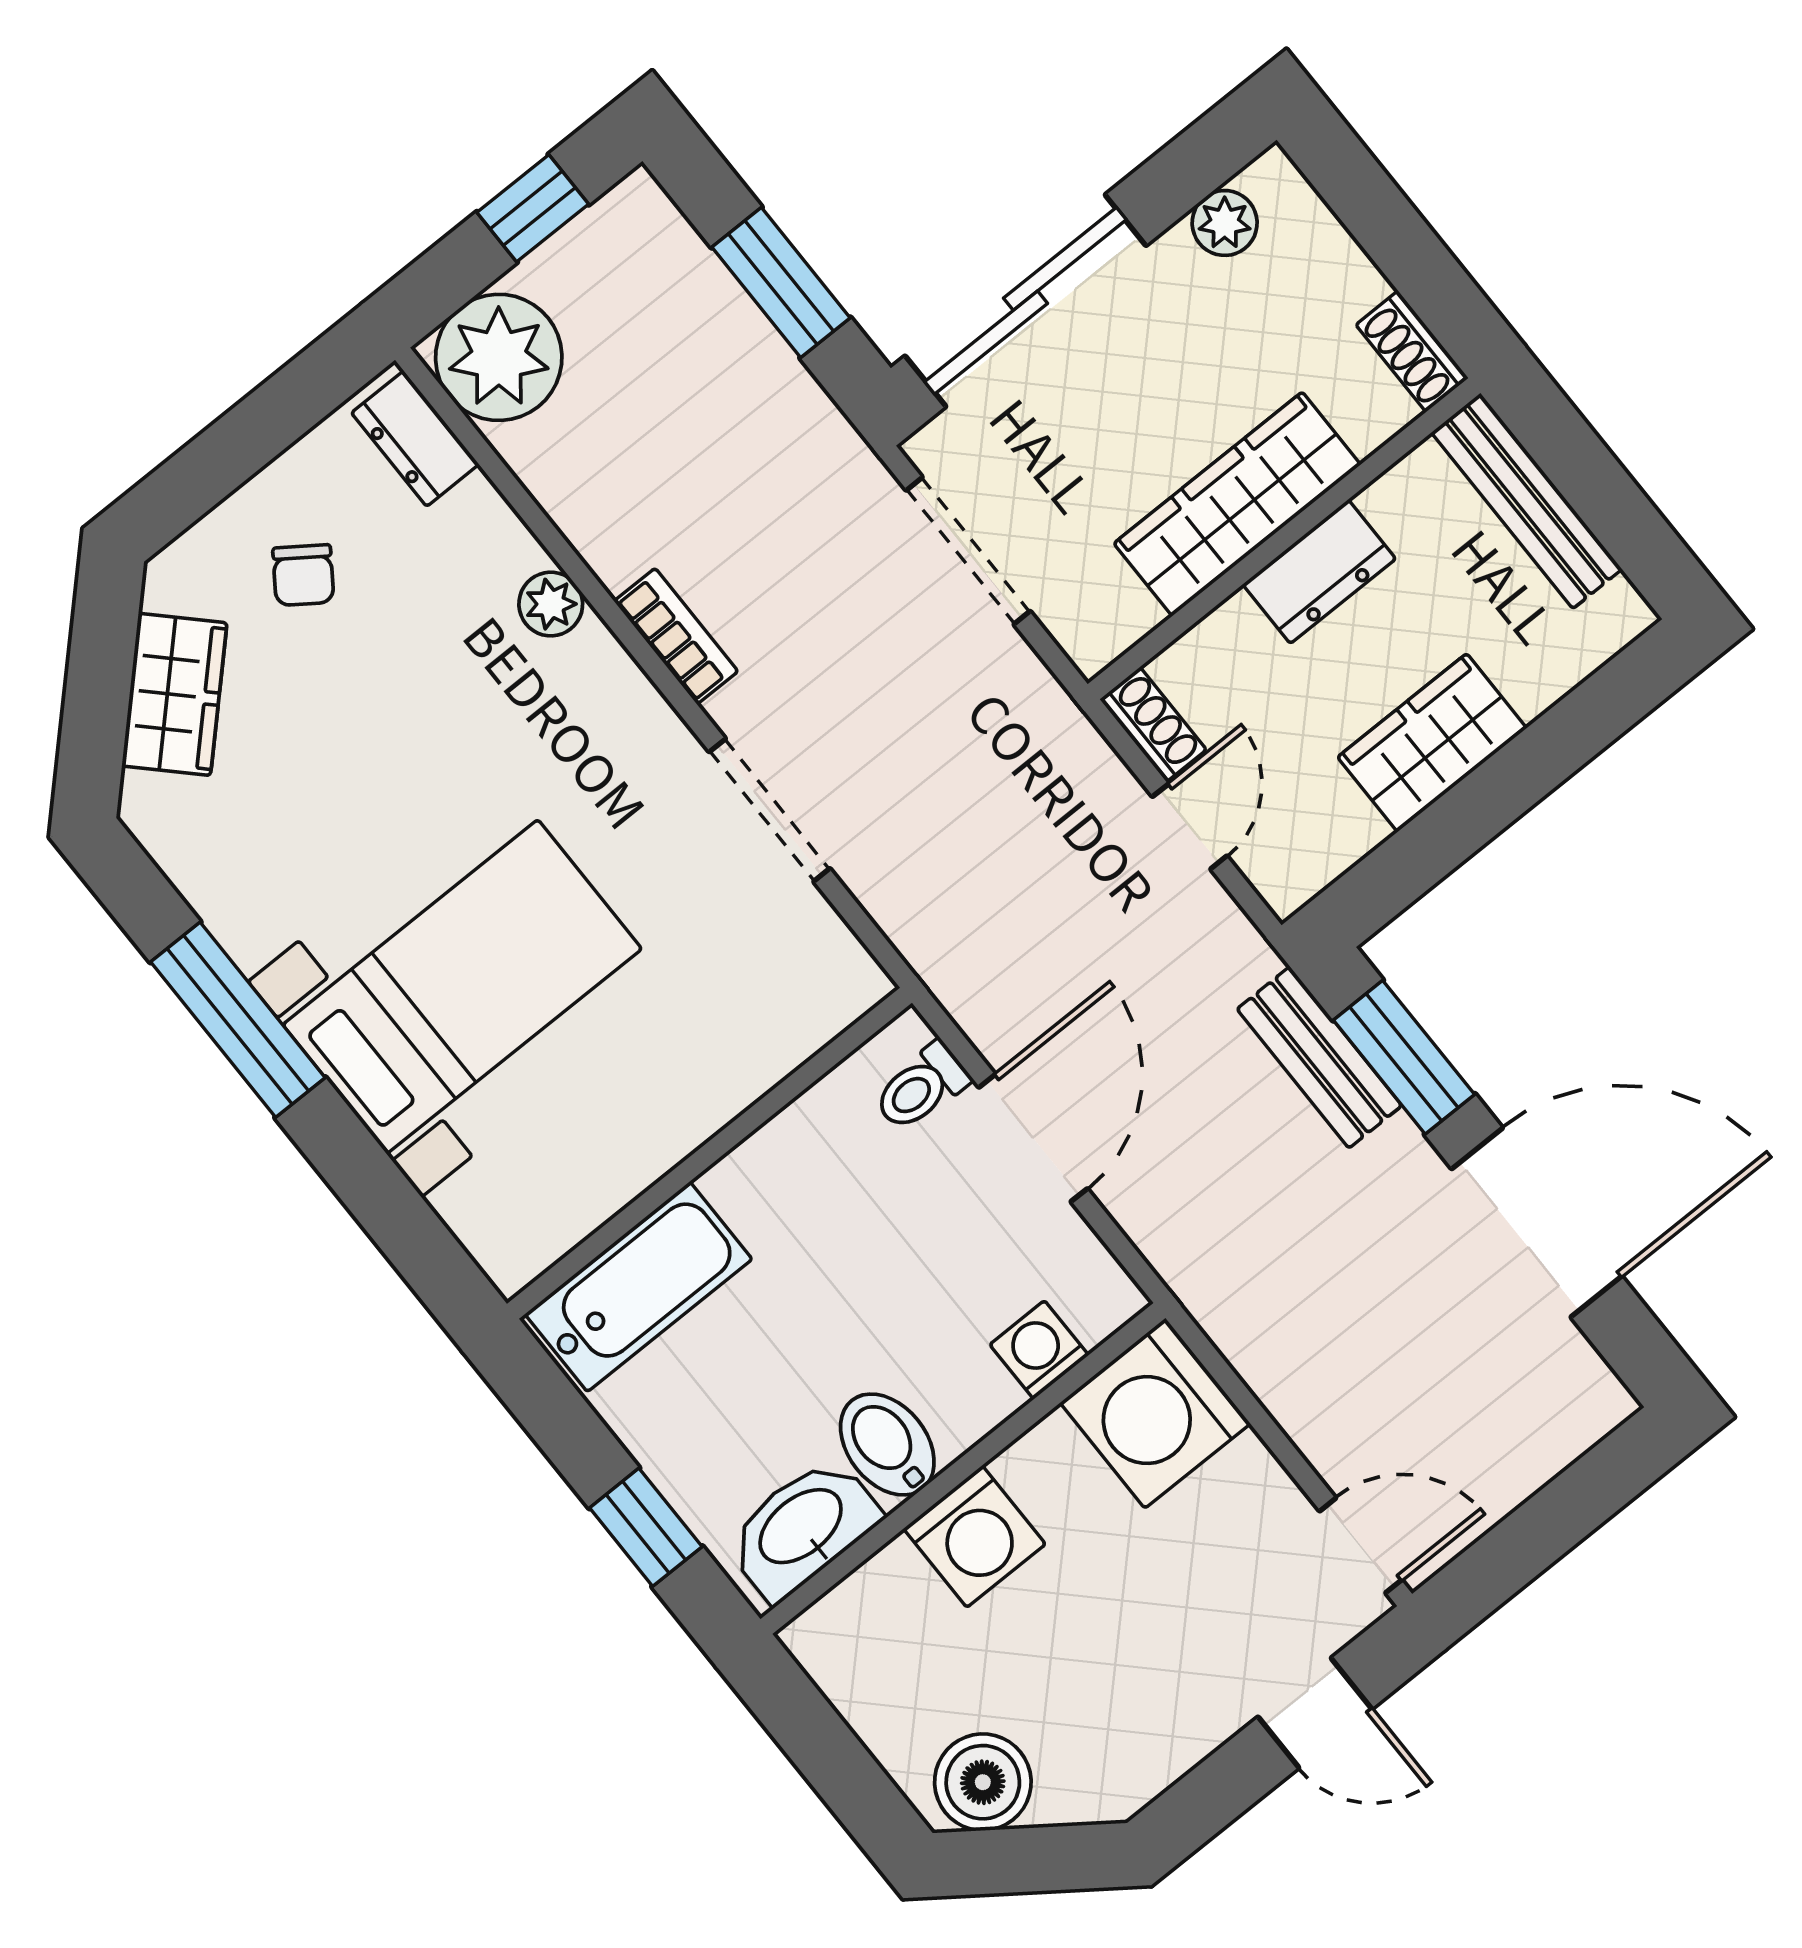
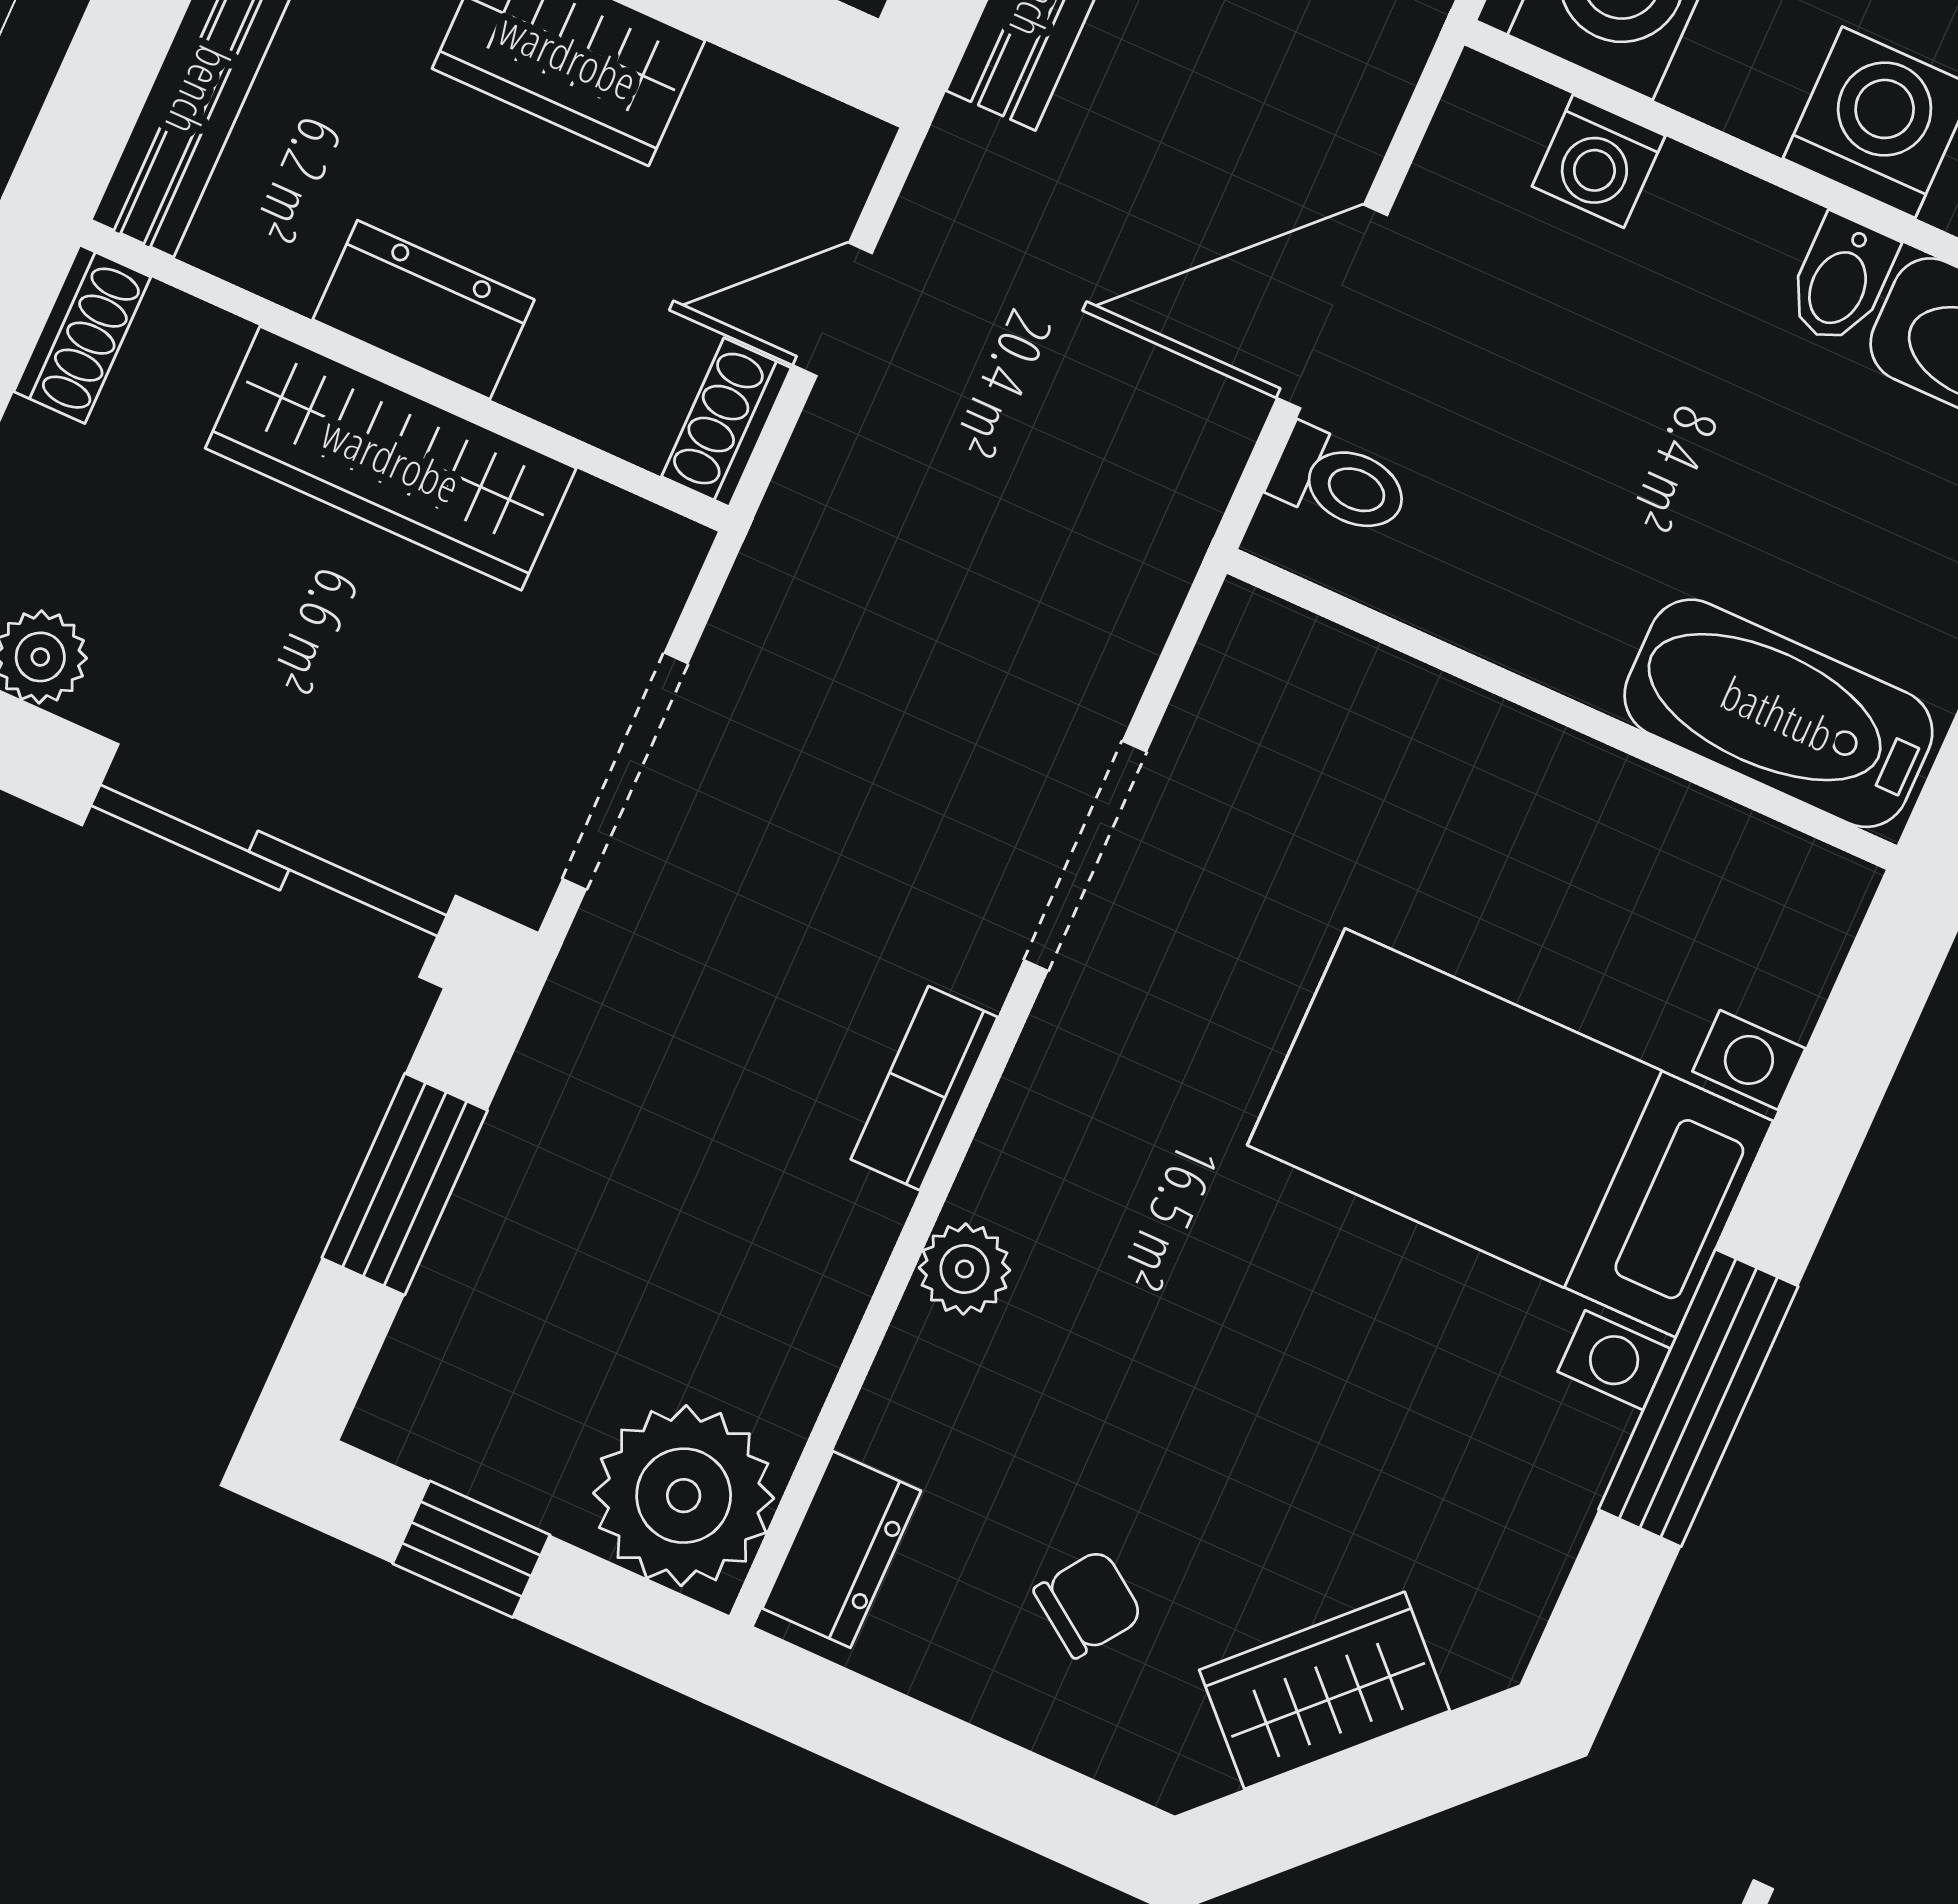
bidet: (887, 1445) -> (1841, 280), width x0.72, depth x0.74

